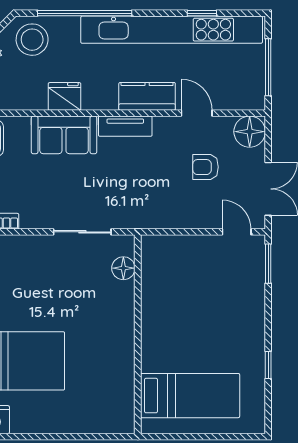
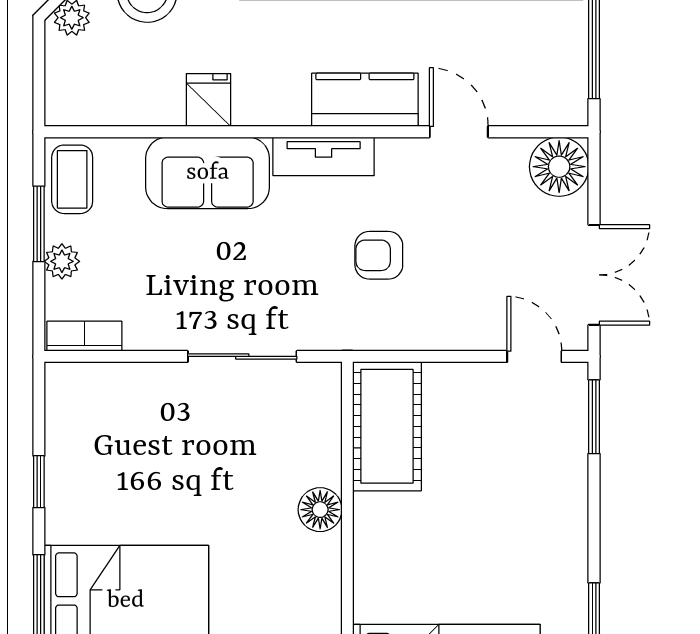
fridge: (64, 96) -> (208, 100), width x0.72
armchair: (206, 167) -> (379, 255), moved
floor lamp: (123, 268) -> (320, 510), moved
cot: (159, 269) -> (387, 426), added

